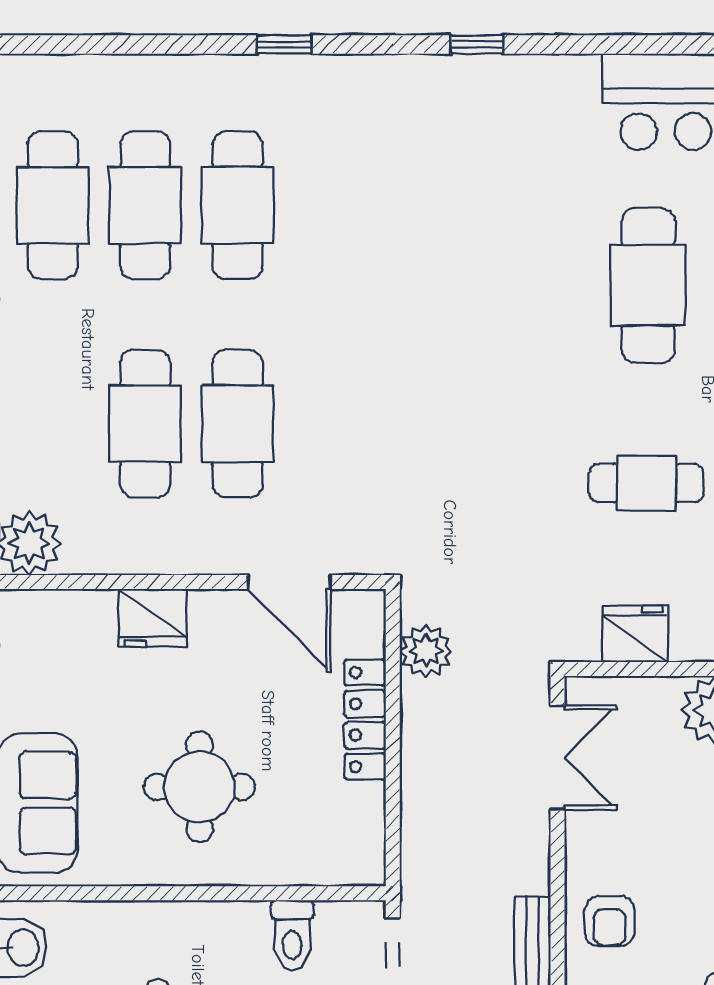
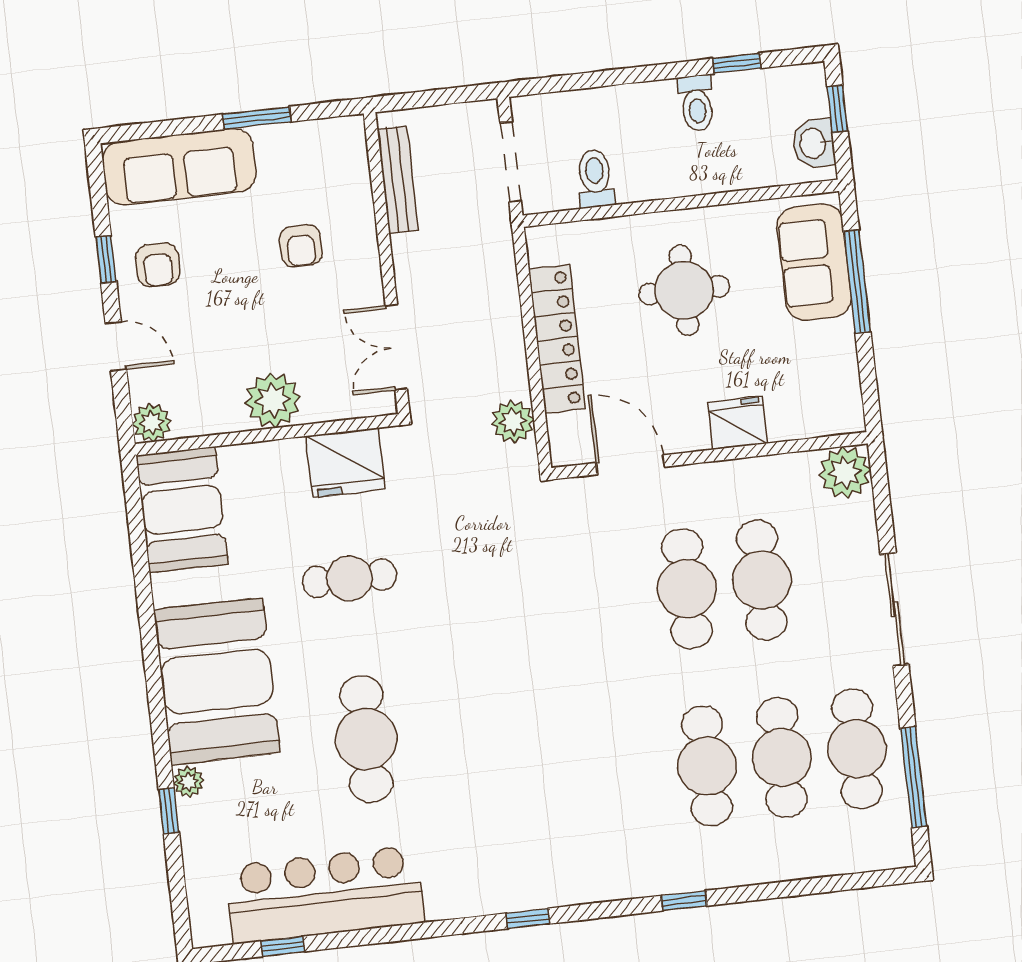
fridge: (635, 634) -> (346, 463), width x1.36, depth x1.34
locker: (365, 719) -> (557, 339), width x1.41, depth x1.21
armchair: (609, 921) -> (301, 246), moved, turned 180

